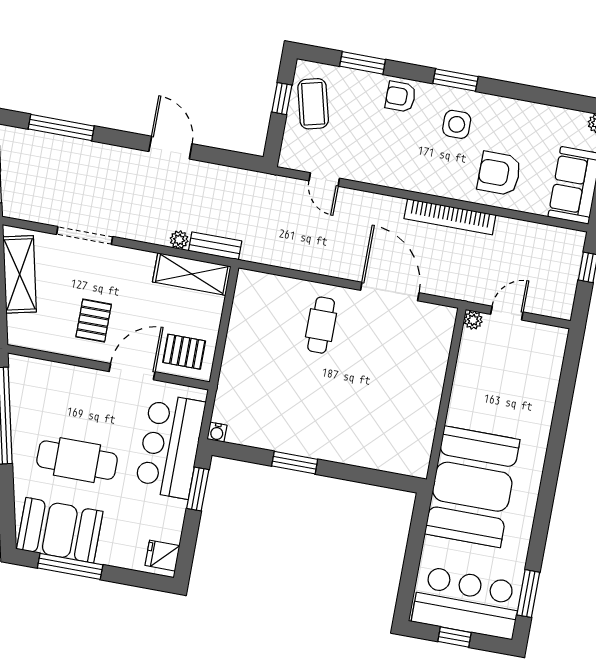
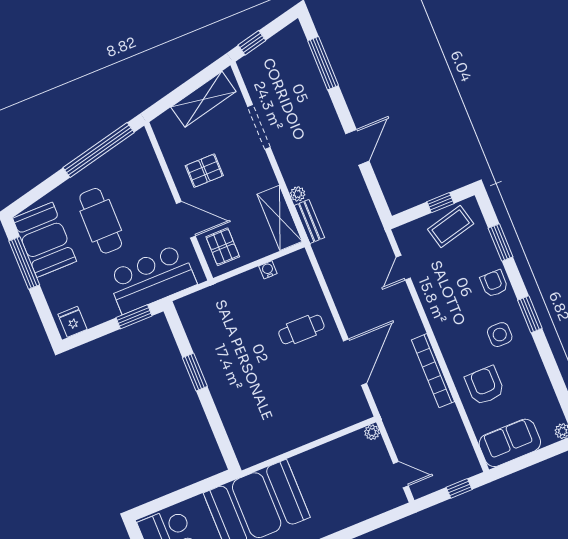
door: (507, 313) -> (401, 475), moved
water cooler: (217, 432) -> (268, 270), moved, turned 90

